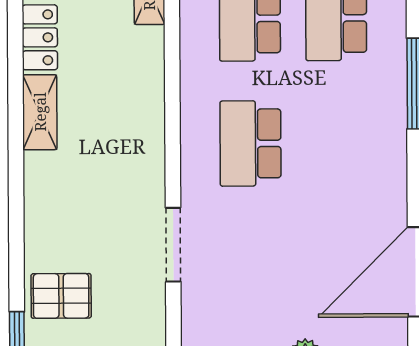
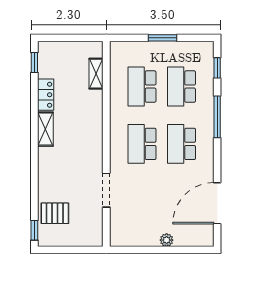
school desk: (337, 143) -> (181, 144), added

